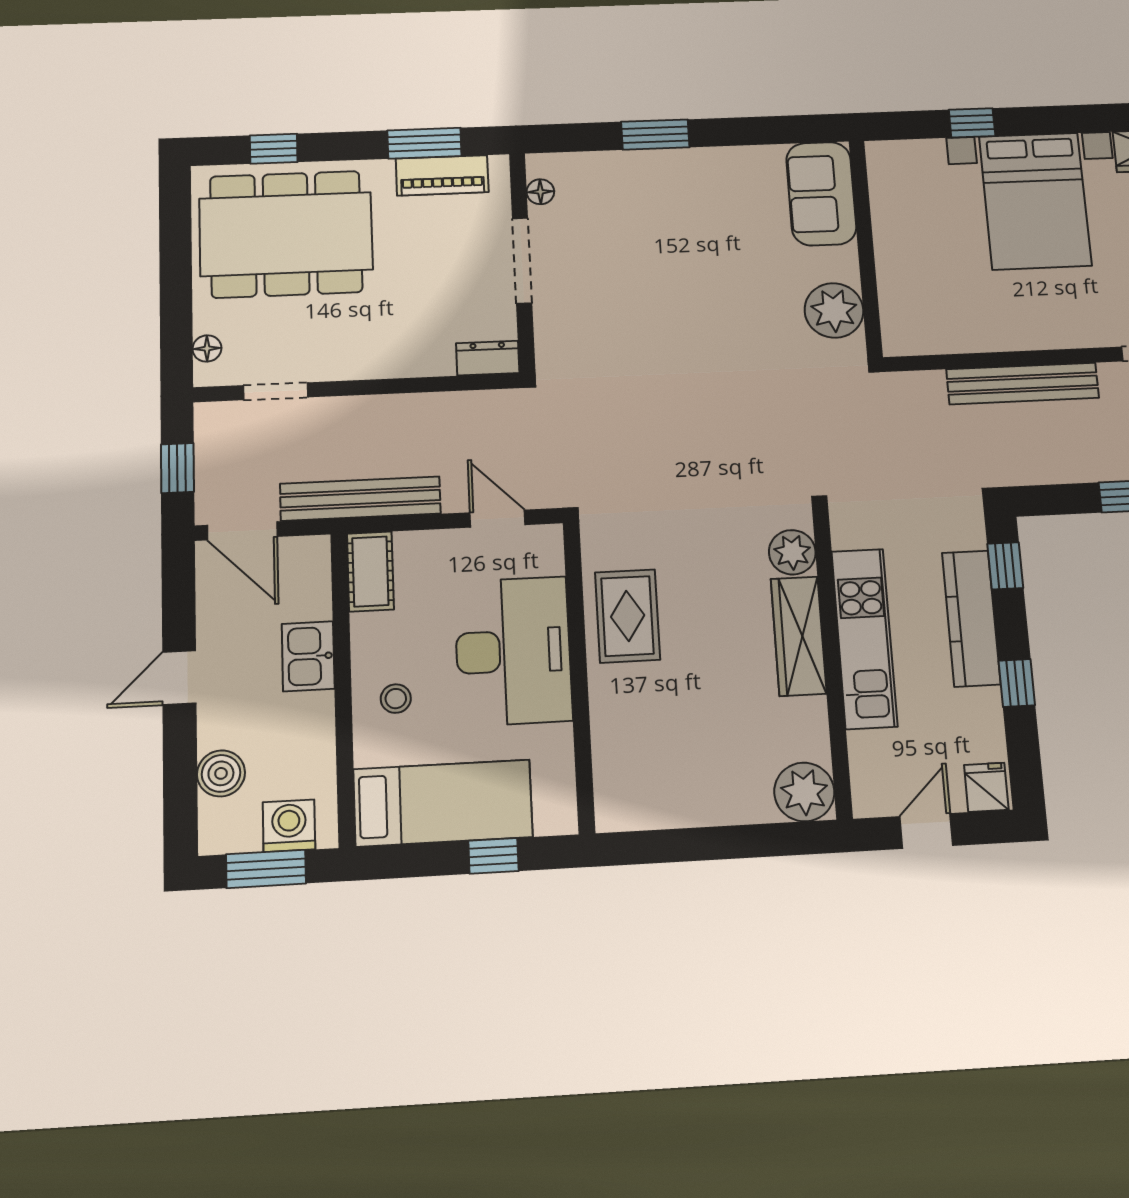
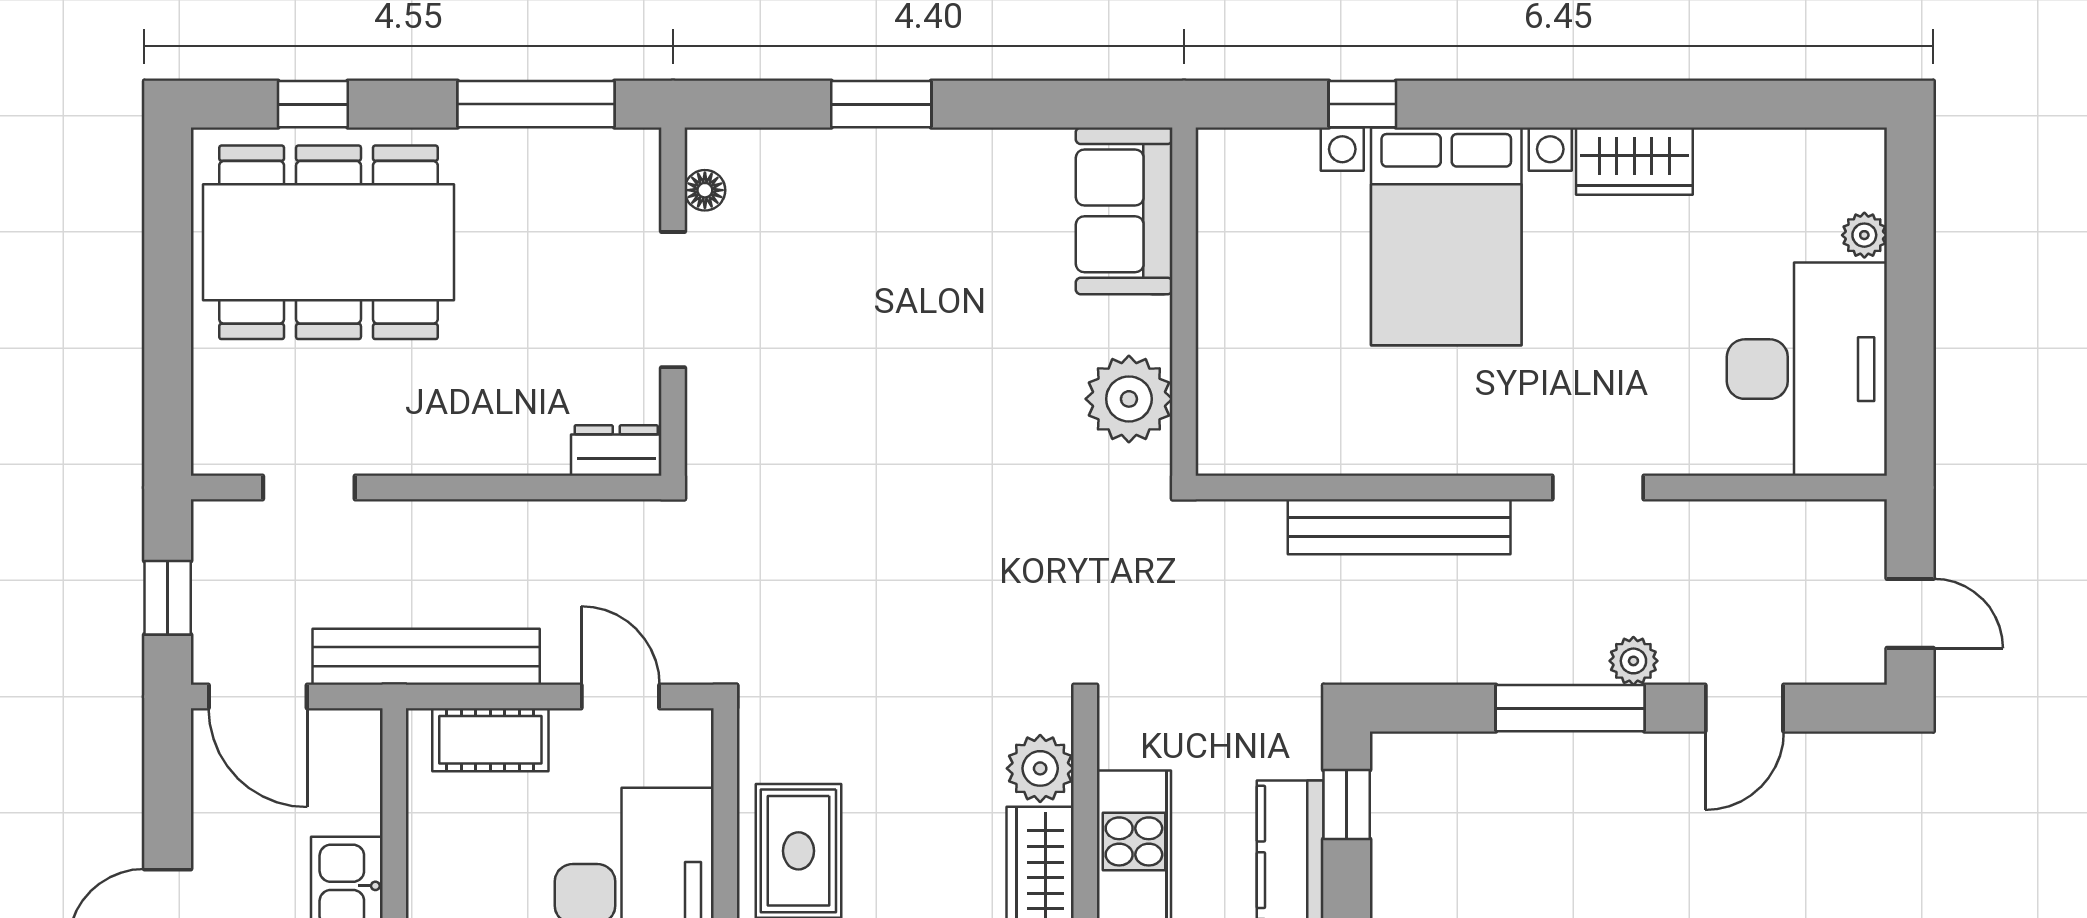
window: (424, 143) -> (536, 104), width x1.44
piano: (442, 175) -> (561, 158), removed
floor lamp: (207, 348) -> (211, 417), removed
cot: (370, 572) -> (490, 740), moved, turned 90

